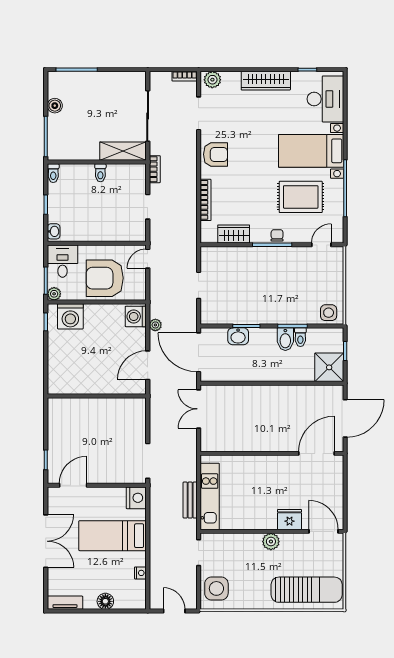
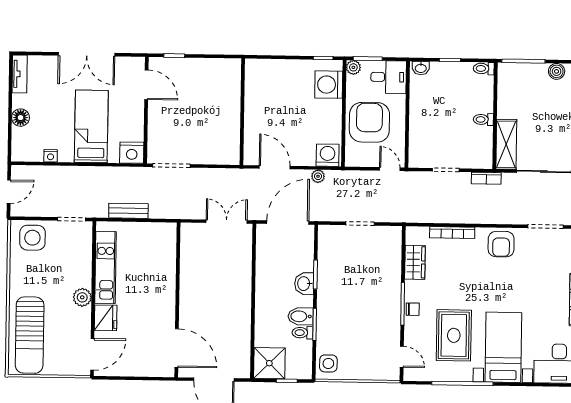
washbasin: (238, 336) -> (304, 284), moved
kitchen unit: (210, 496) -> (106, 268), moved, turned -90

